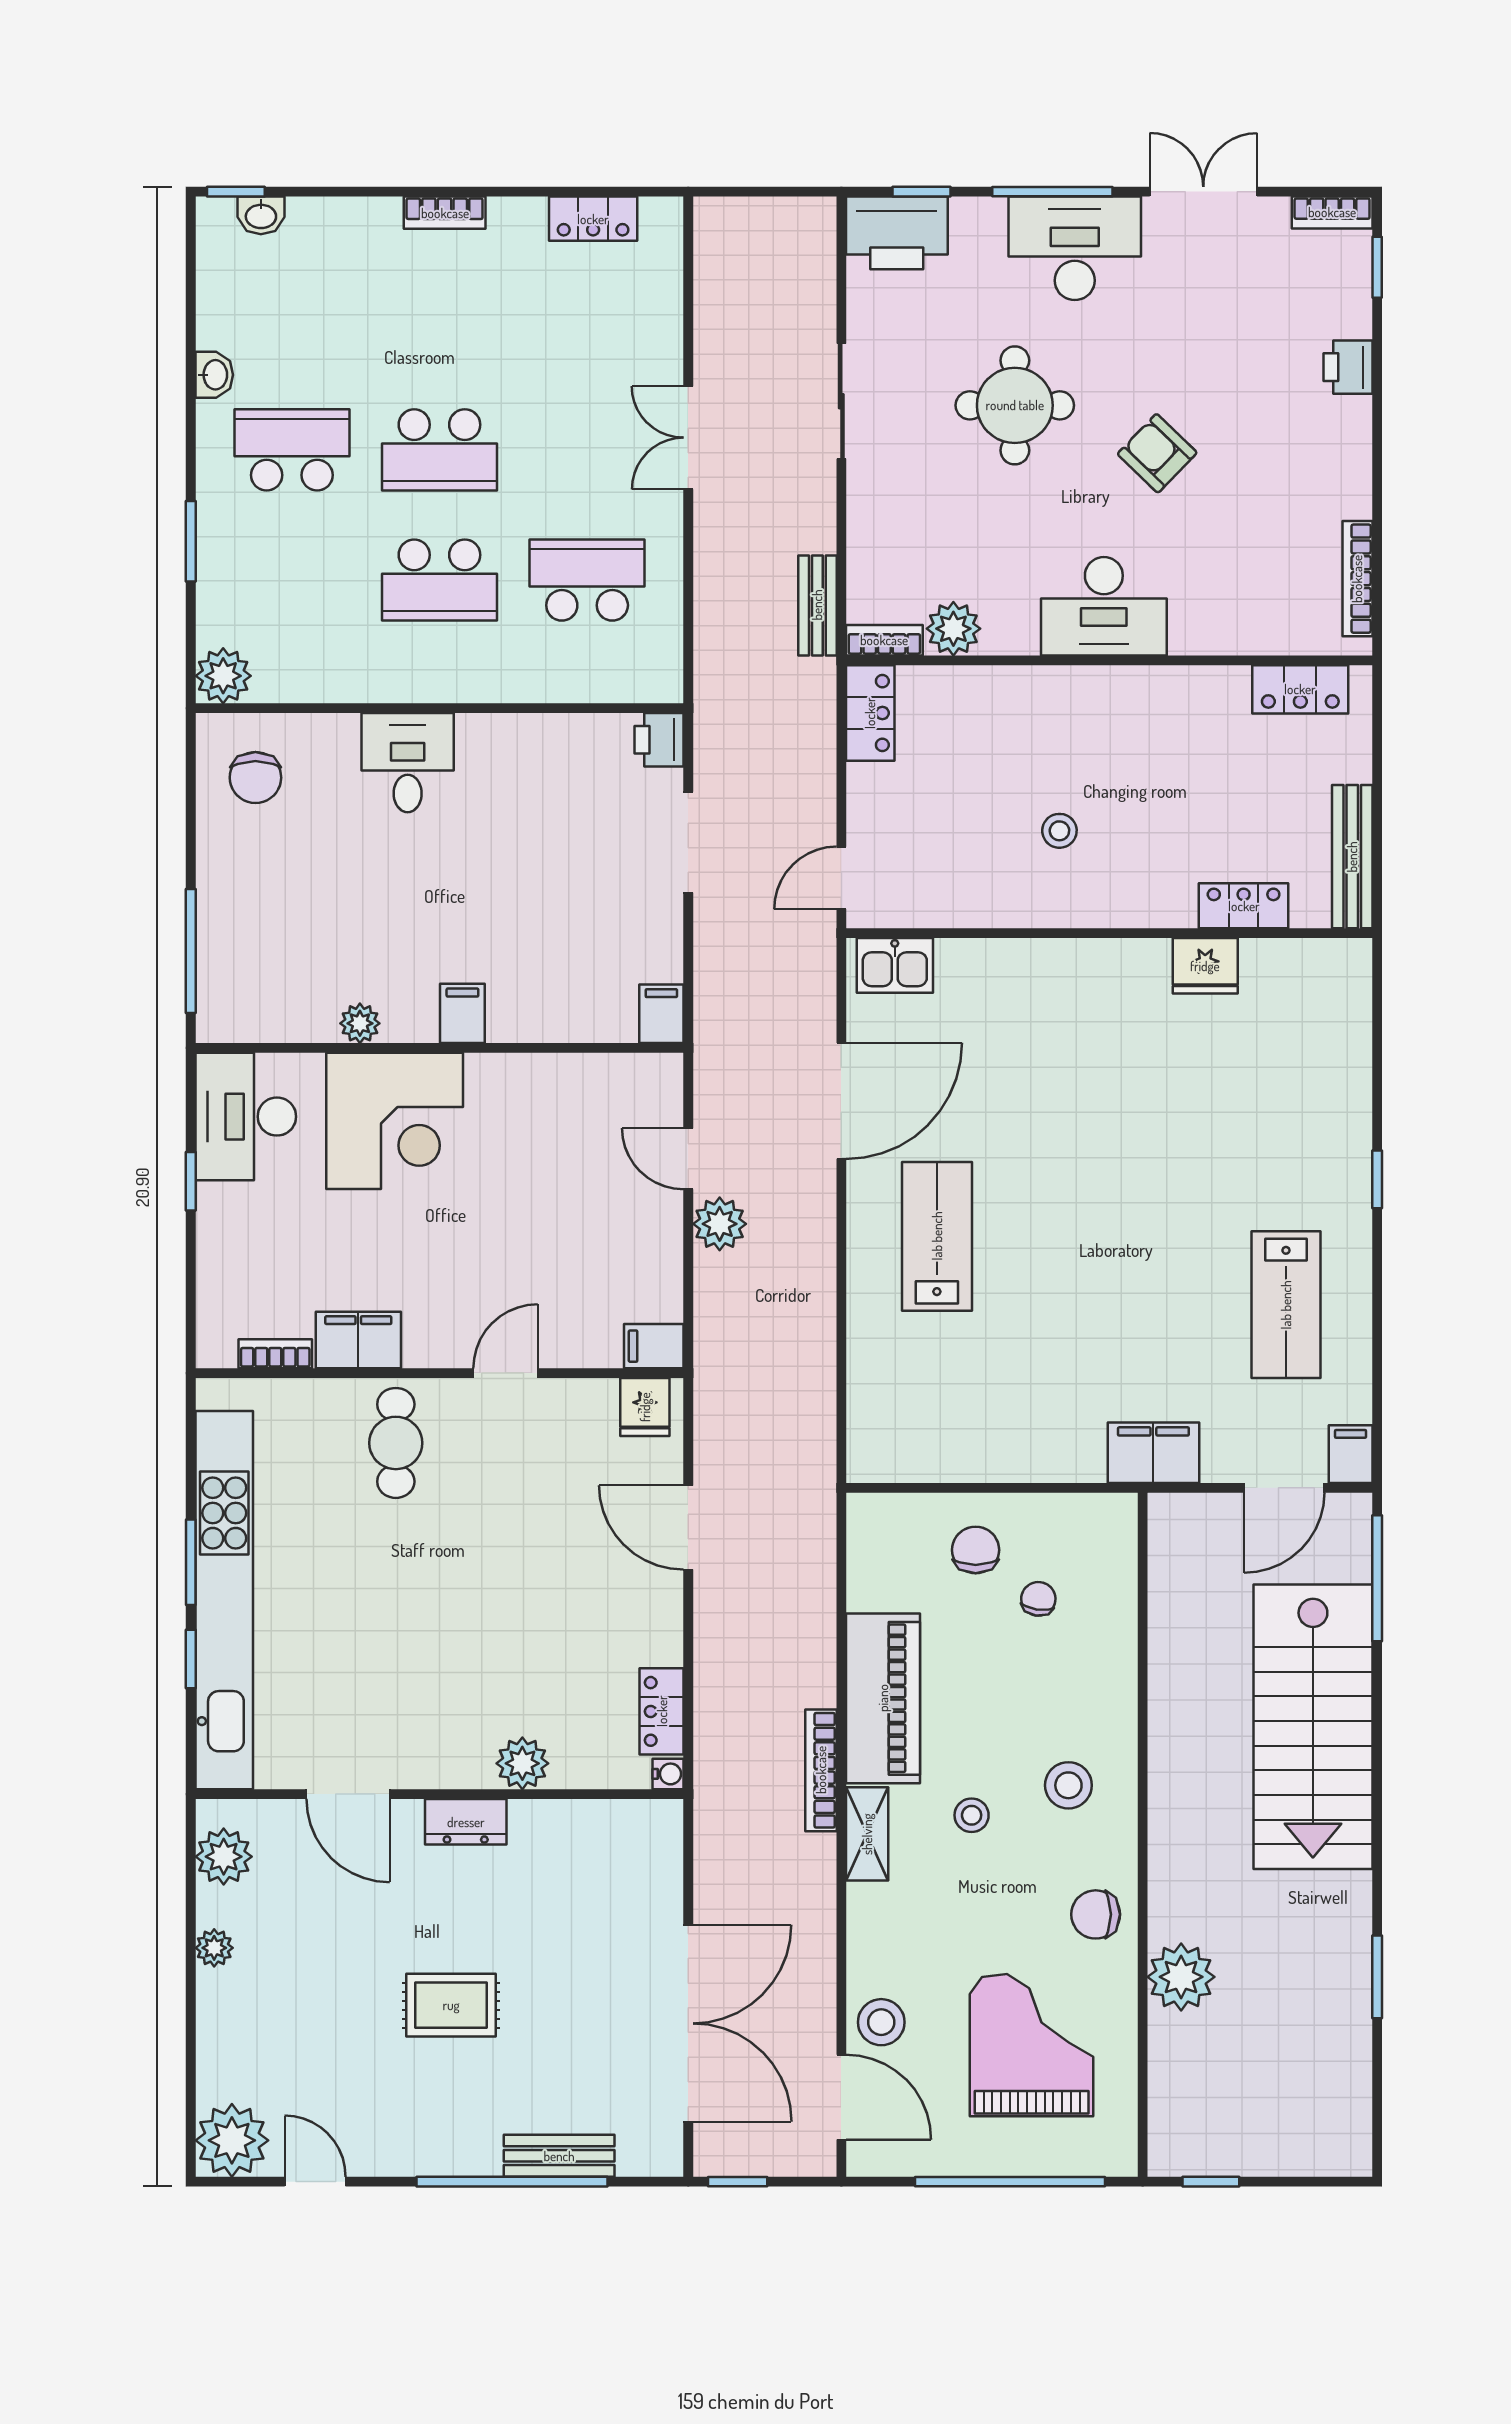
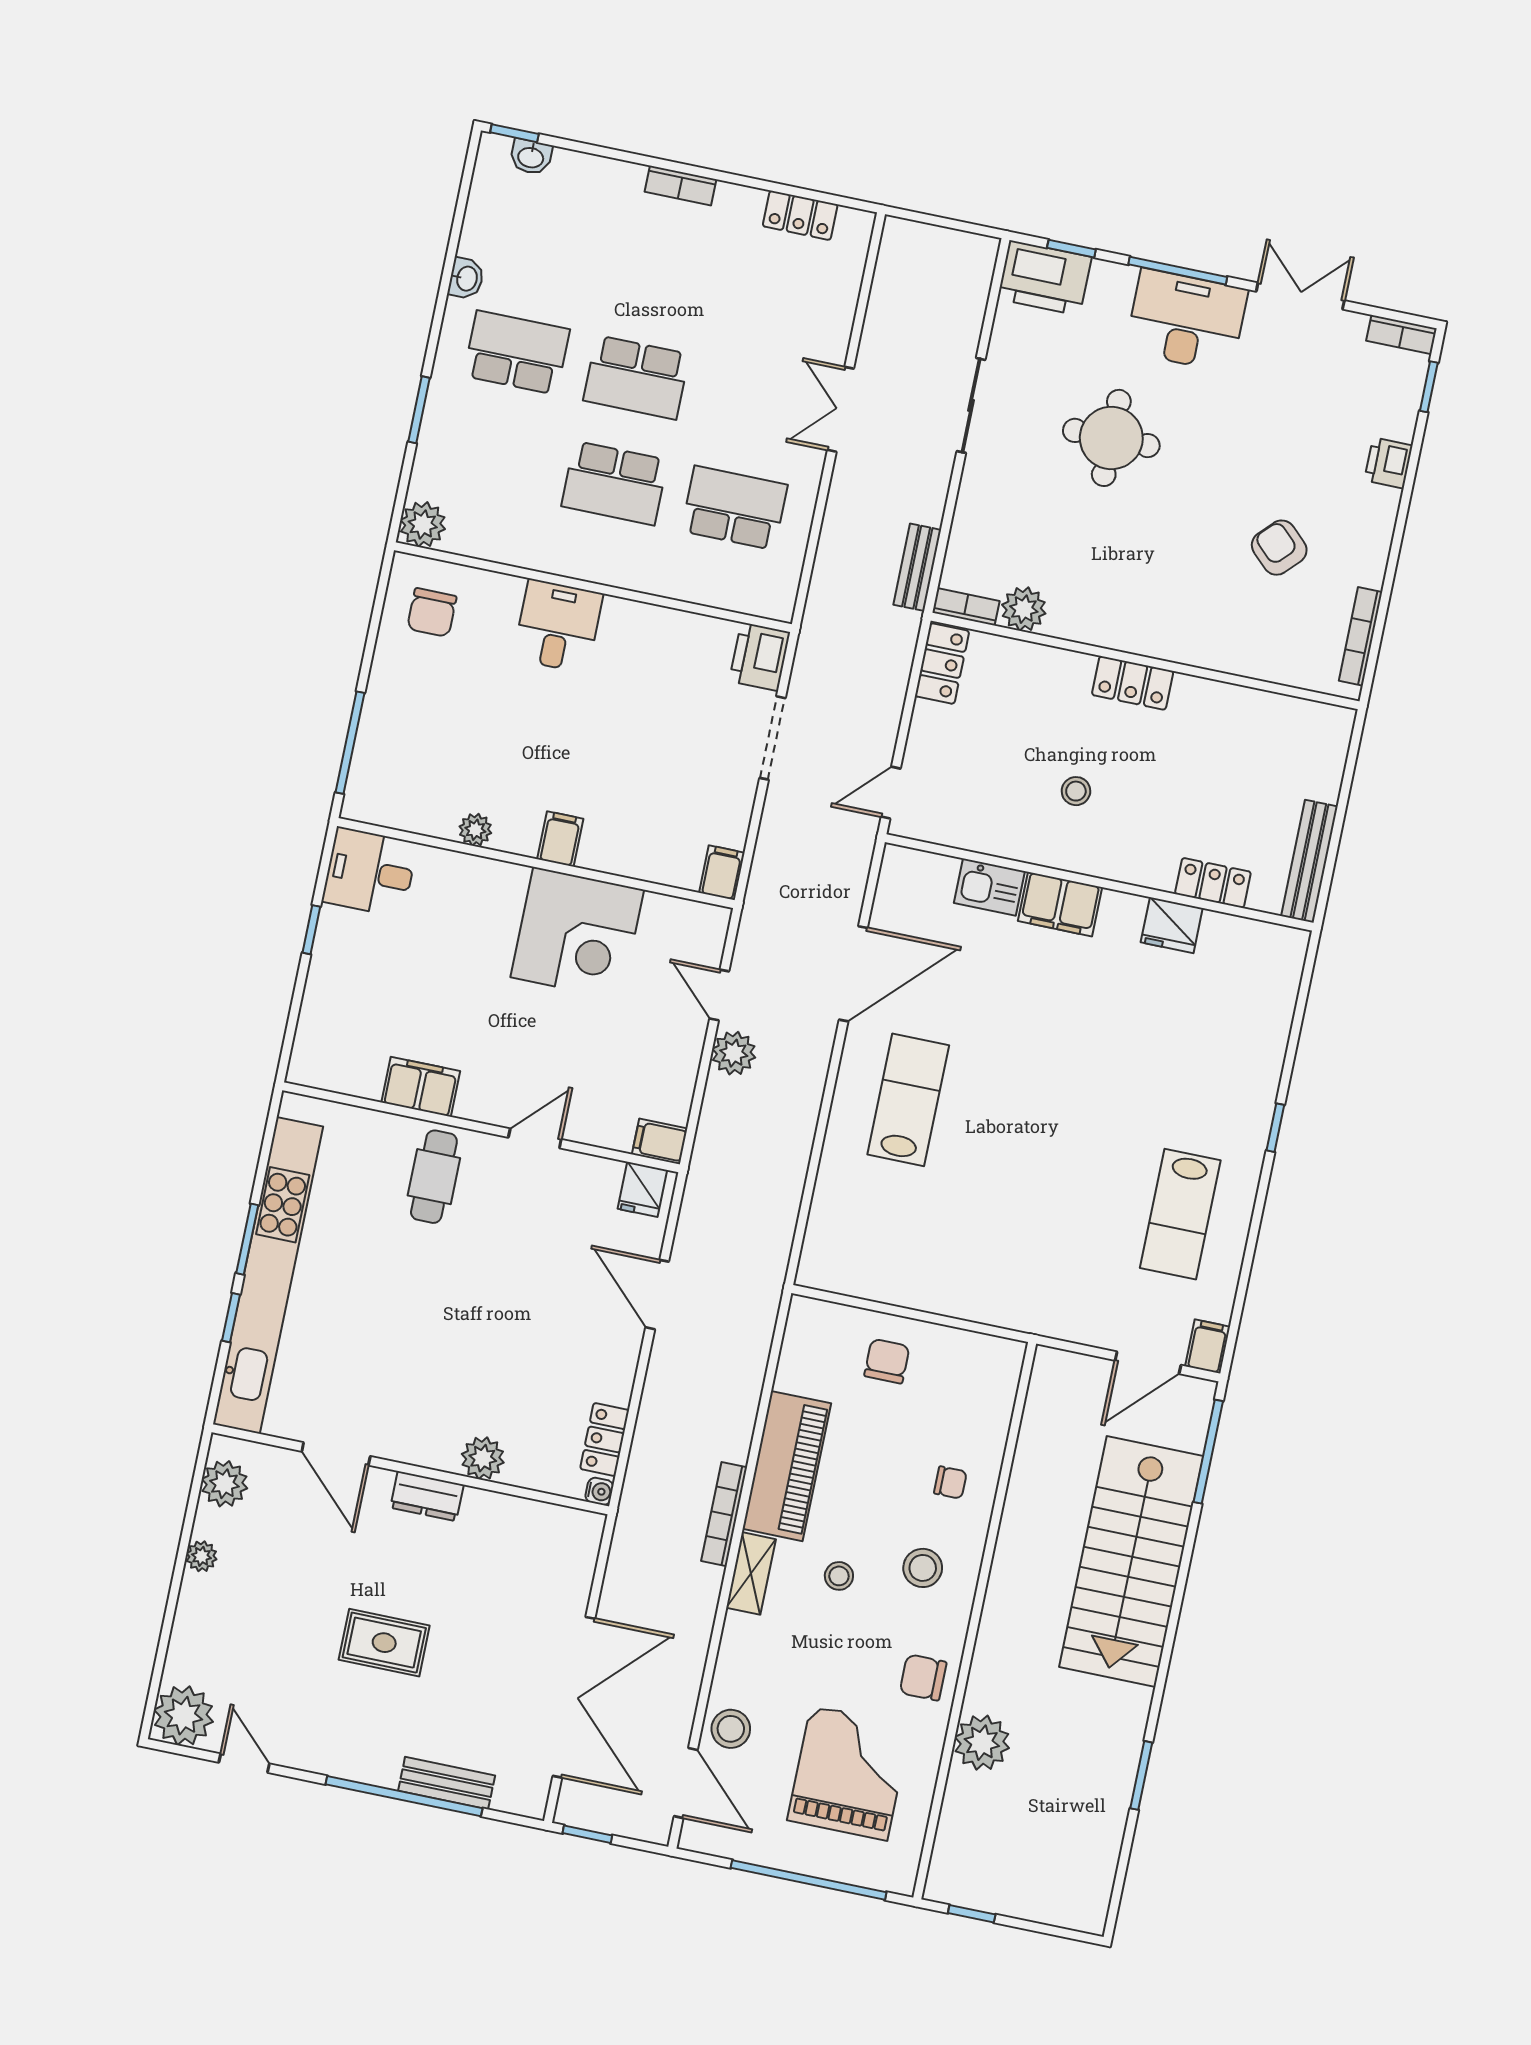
armchair: (1157, 453) -> (1279, 548), moved
desk: (1104, 606) -> (1150, 616), removed
locker: (1300, 689) -> (1133, 683), moved
printer: (659, 740) -> (760, 657), width x1.36, depth x1.24
kitchen sink: (895, 965) -> (989, 887), moved
desk: (246, 1117) -> (370, 872), width x0.73
corner desk: (395, 1121) -> (577, 934), moved
bookcase: (275, 1354) -> (351, 1084), removed
filing cabinet: (1153, 1453) -> (1060, 904), moved, turned 180
chair: (1038, 1599) -> (950, 1483), moved, turned 82

